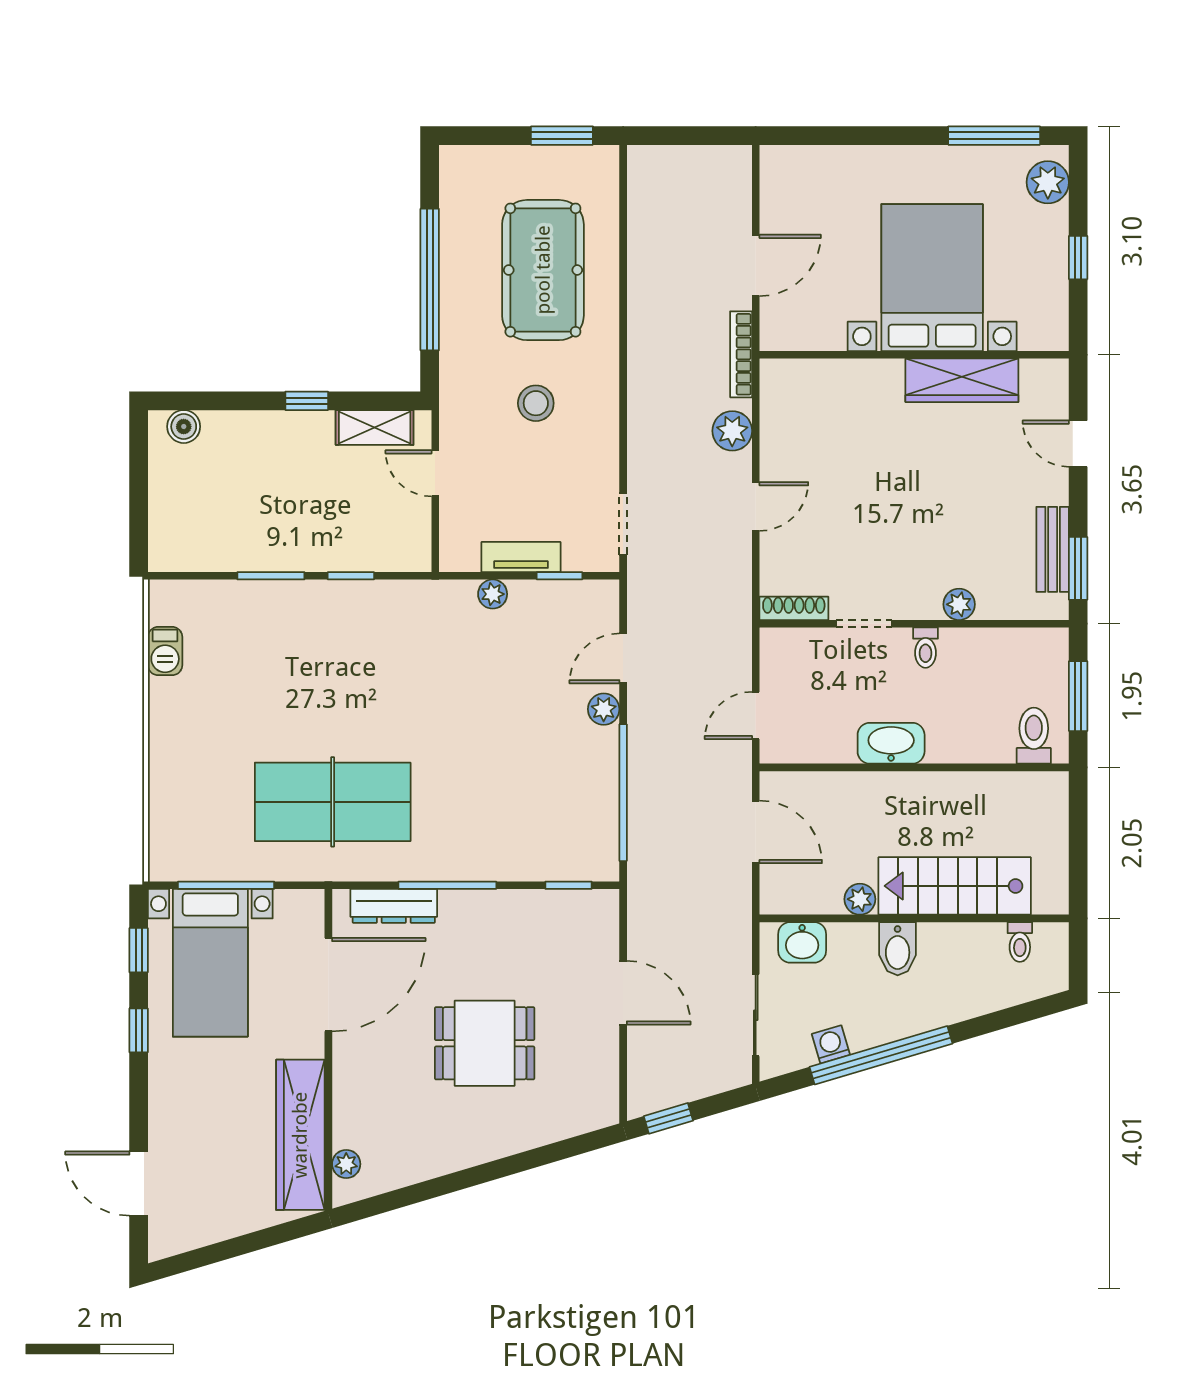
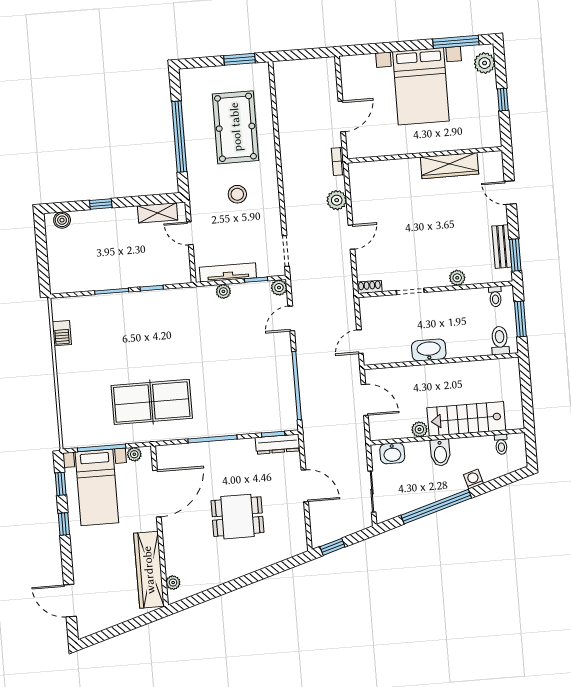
bed with nightstands: (932, 278) -> (421, 86), moved, turned 180
bookcase: (741, 354) -> (338, 161), width x0.64
window: (307, 401) -> (101, 204), moved
tv unit: (521, 557) -> (228, 272), width x1.41
shoe rack: (794, 608) -> (370, 287), width x0.70
toilet: (925, 648) -> (495, 297), moved
plant: (604, 709) -> (279, 288), moved
plant: (290, 903) -> (134, 454), added
dresser: (394, 906) -> (278, 444), moved
washing machine: (831, 1044) -> (473, 479), moved

